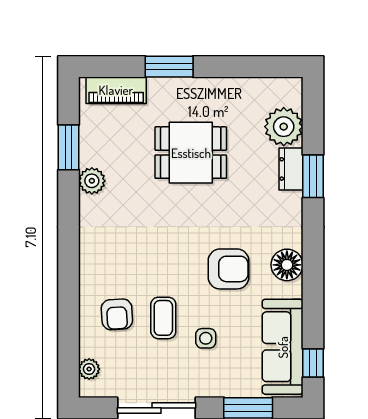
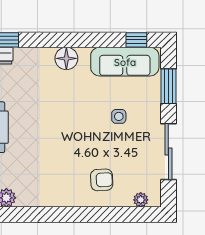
armchair: (229, 269) -> (69, 100), removed
coffee table: (163, 318) -> (104, 147), removed

